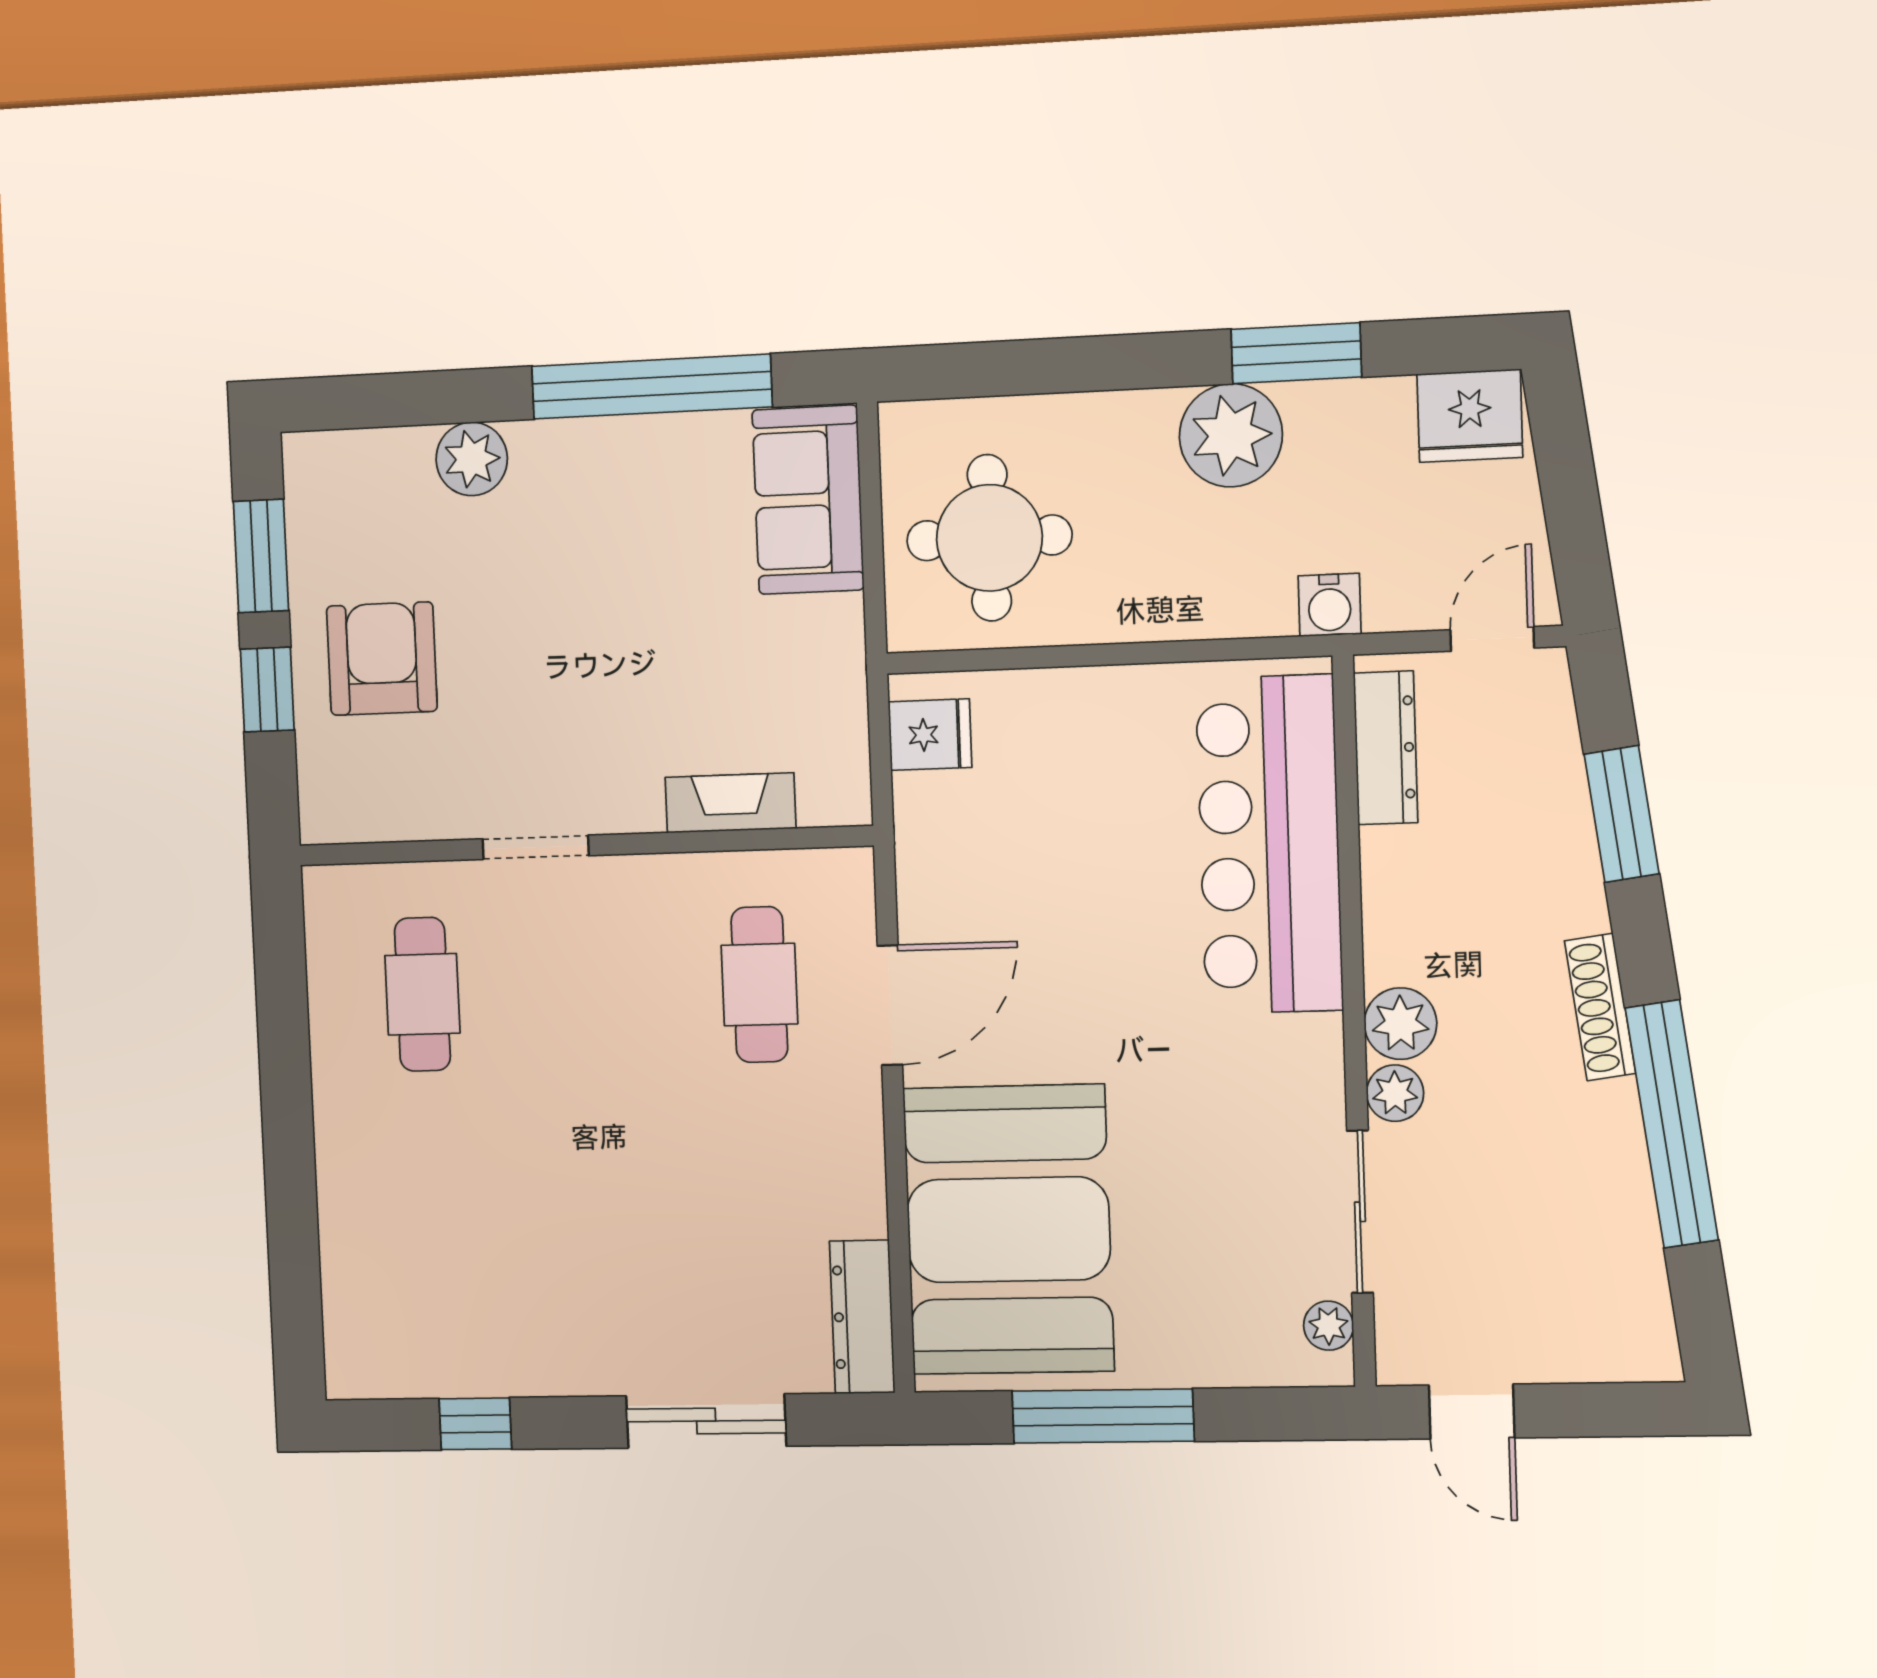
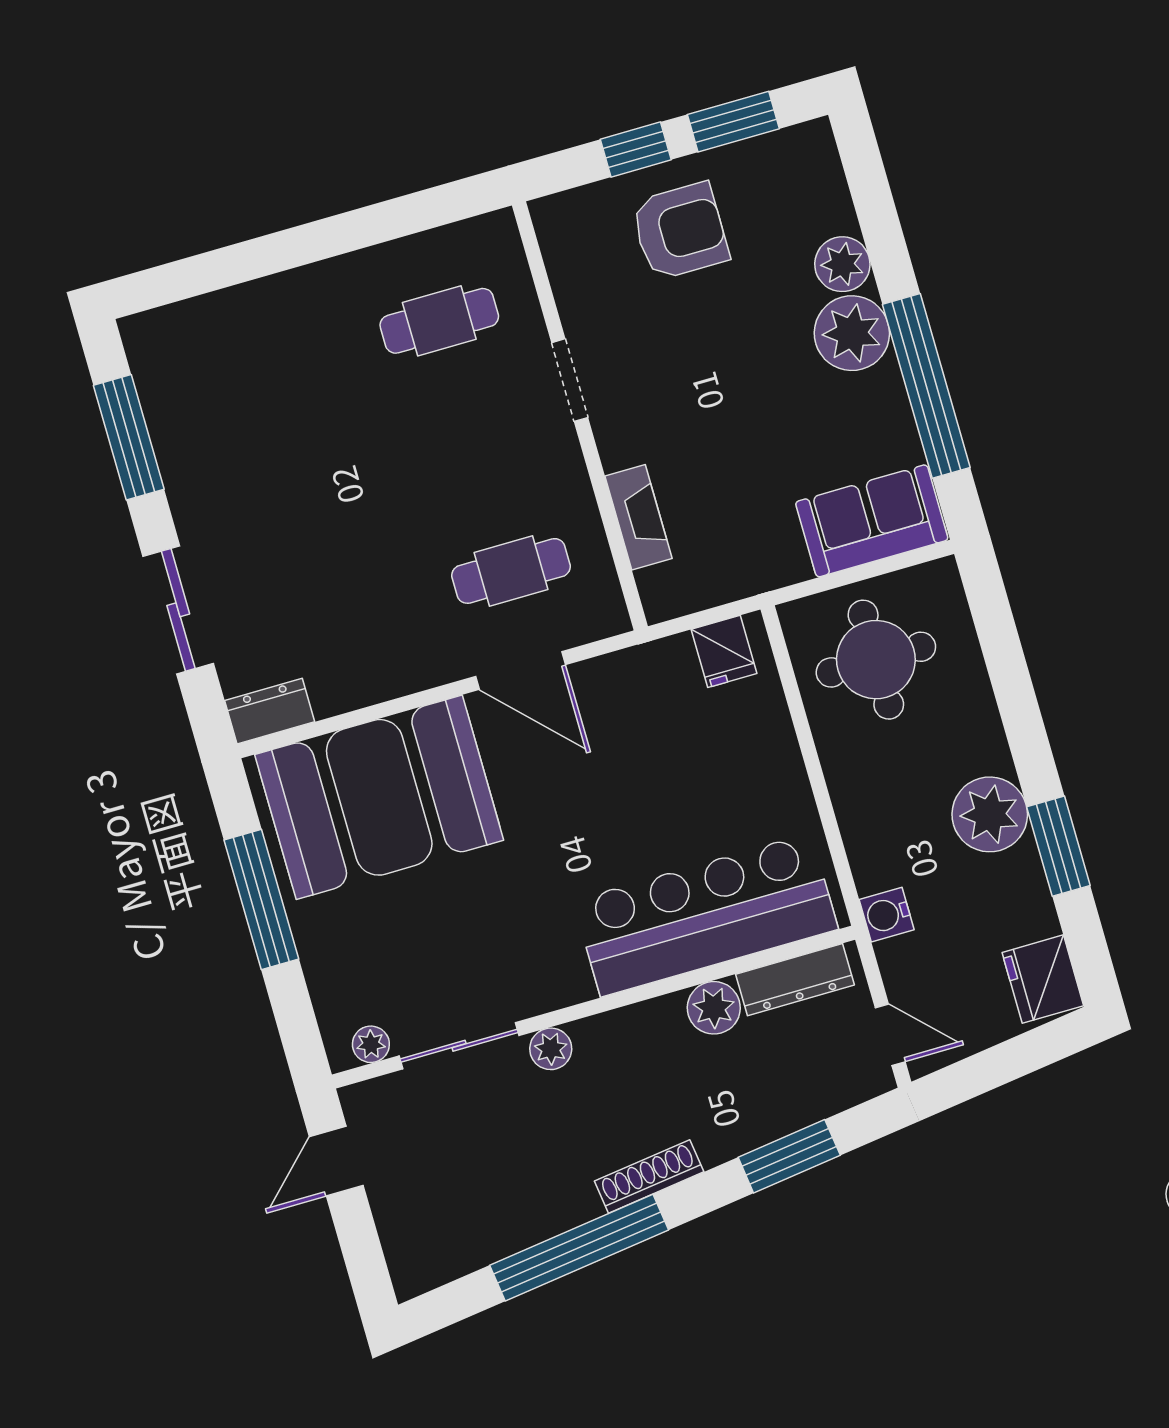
plant: (562, 468) -> (852, 333), added
plant: (1400, 1024) -> (714, 1008), moved
dresser: (862, 1317) -> (270, 711), width x0.70
window: (475, 1424) -> (129, 437), width x2.17

